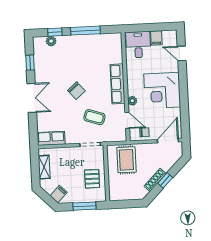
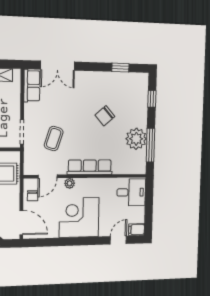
window: (85, 31) -> (150, 145), moved
filing cabinet: (156, 38) -> (137, 230), moved
plant: (51, 41) -> (136, 139), moved, width x1.88, depth x1.88
chair: (76, 91) -> (105, 116), moved
double door: (32, 98) -> (58, 66), moved

